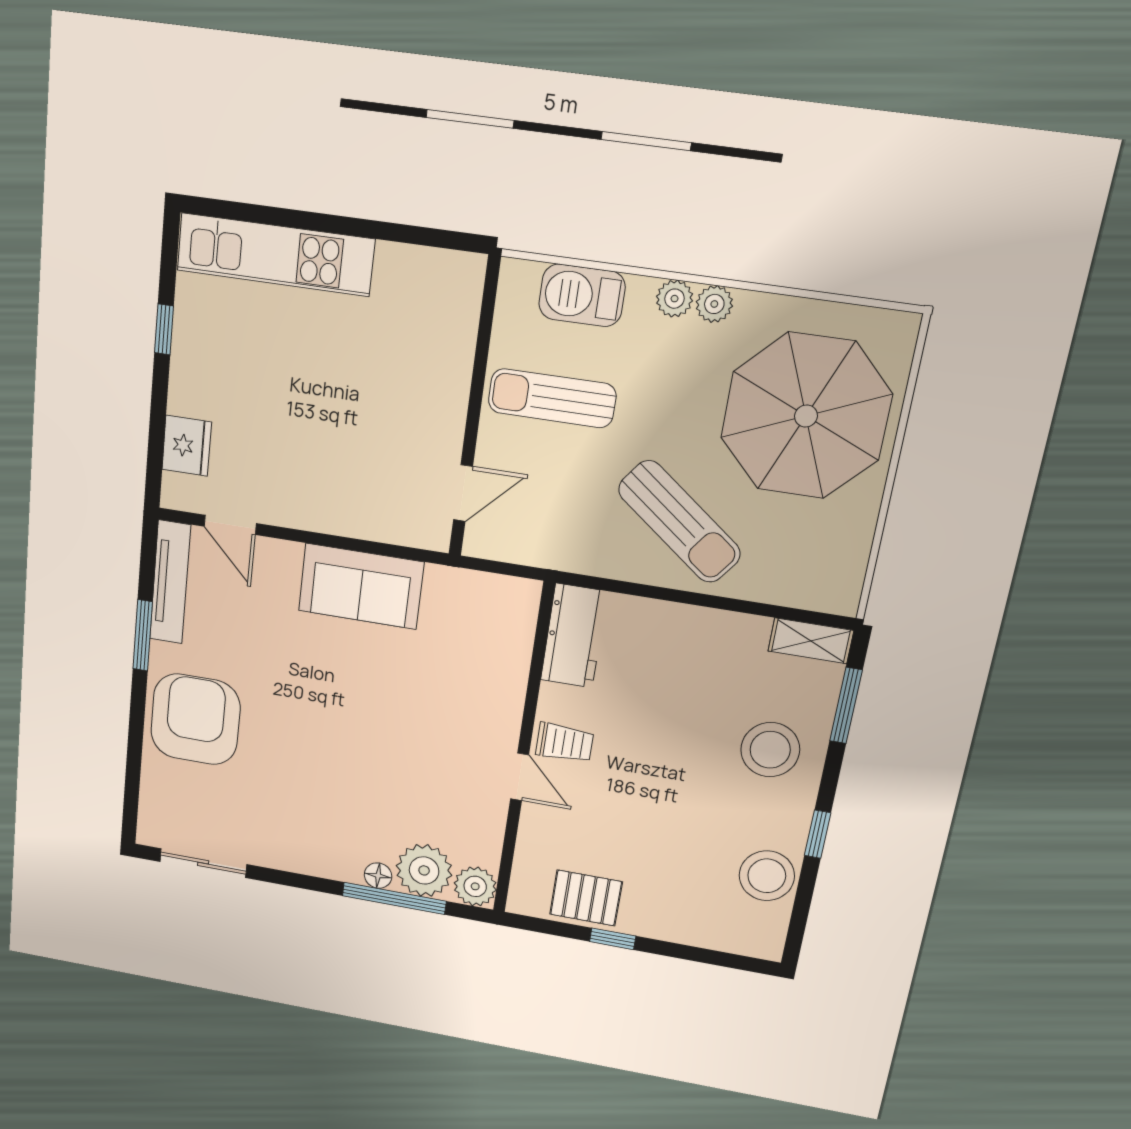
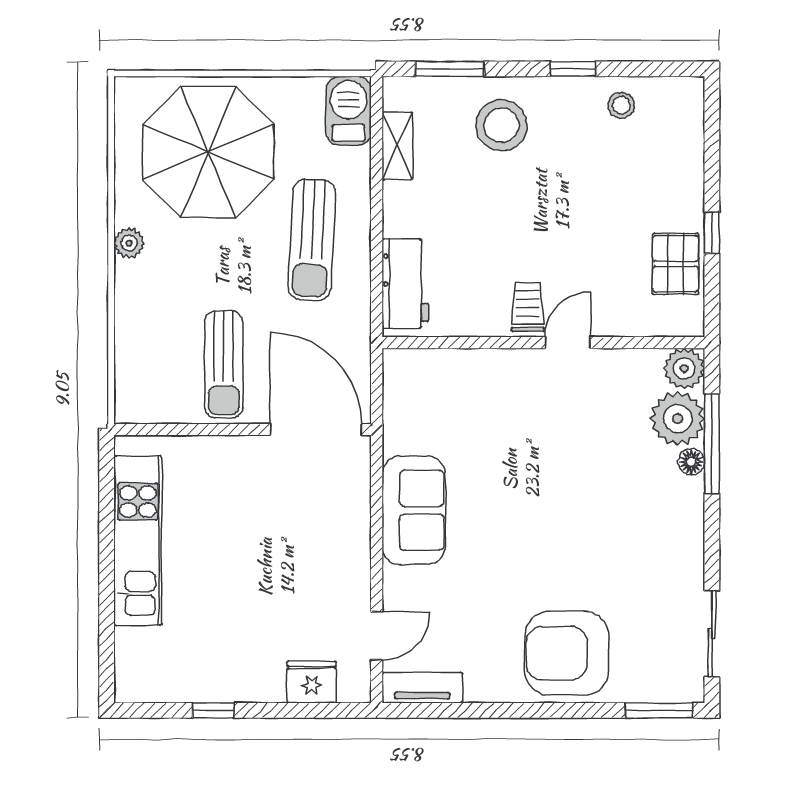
kitchen unit: (275, 255) -> (138, 541), moved
barbecue: (582, 295) -> (349, 111), moved, turned 180
plant: (674, 299) -> (129, 276), removed
door: (463, 493) -> (316, 430), width x1.88
sun lounger: (679, 522) -> (312, 240), turned 146
tv unit: (170, 582) -> (422, 688), width x0.71
window: (143, 635) -> (659, 710), moved
workbench: (574, 636) -> (405, 284), moved, turned 90
shelving: (811, 641) -> (397, 146), moved
stool: (767, 876) -> (621, 105), width x0.53, depth x0.53

